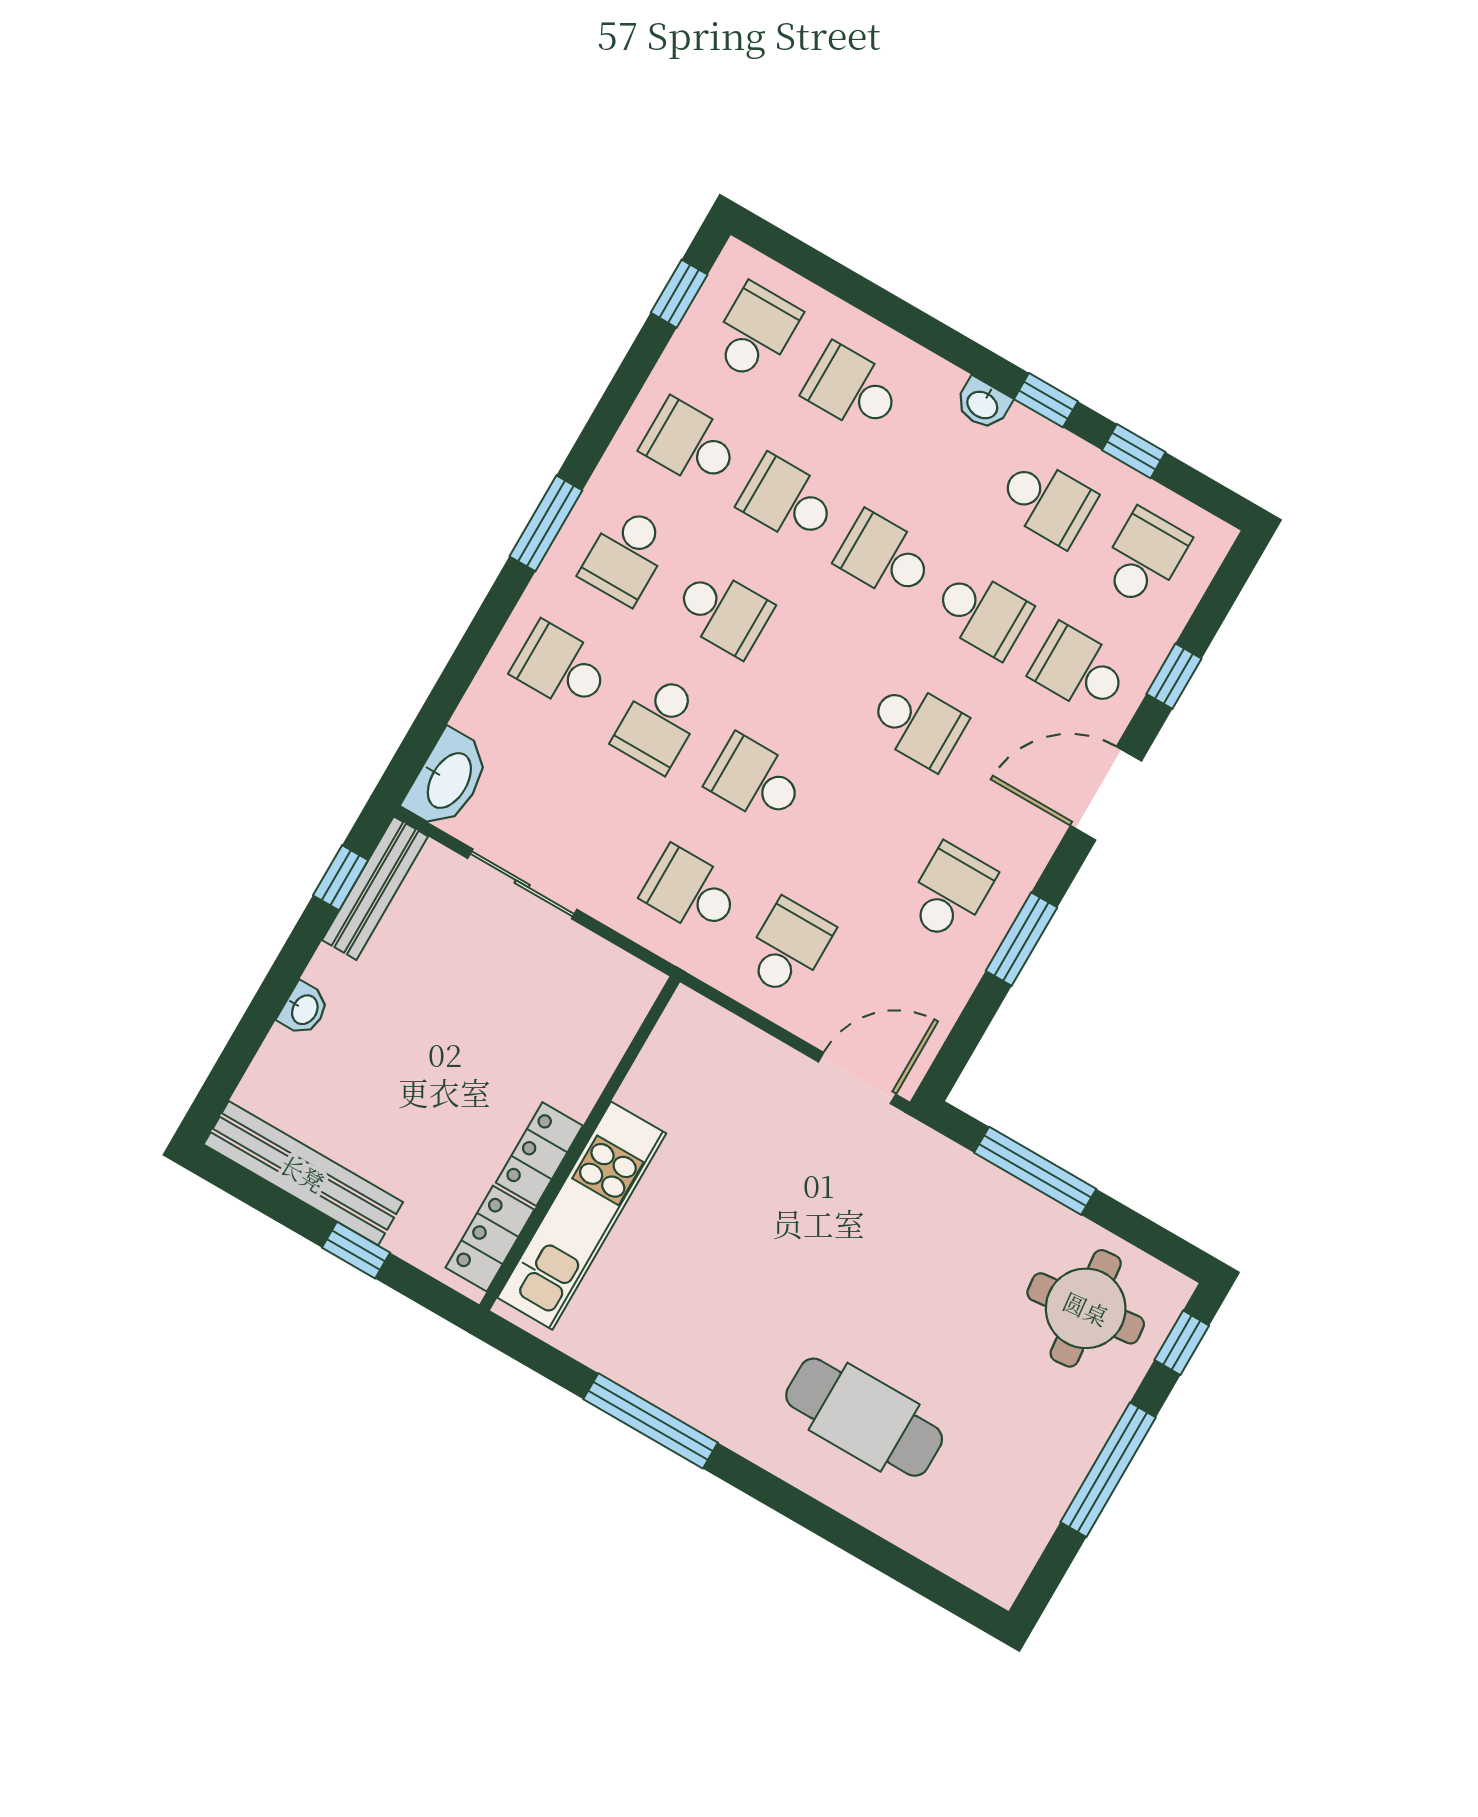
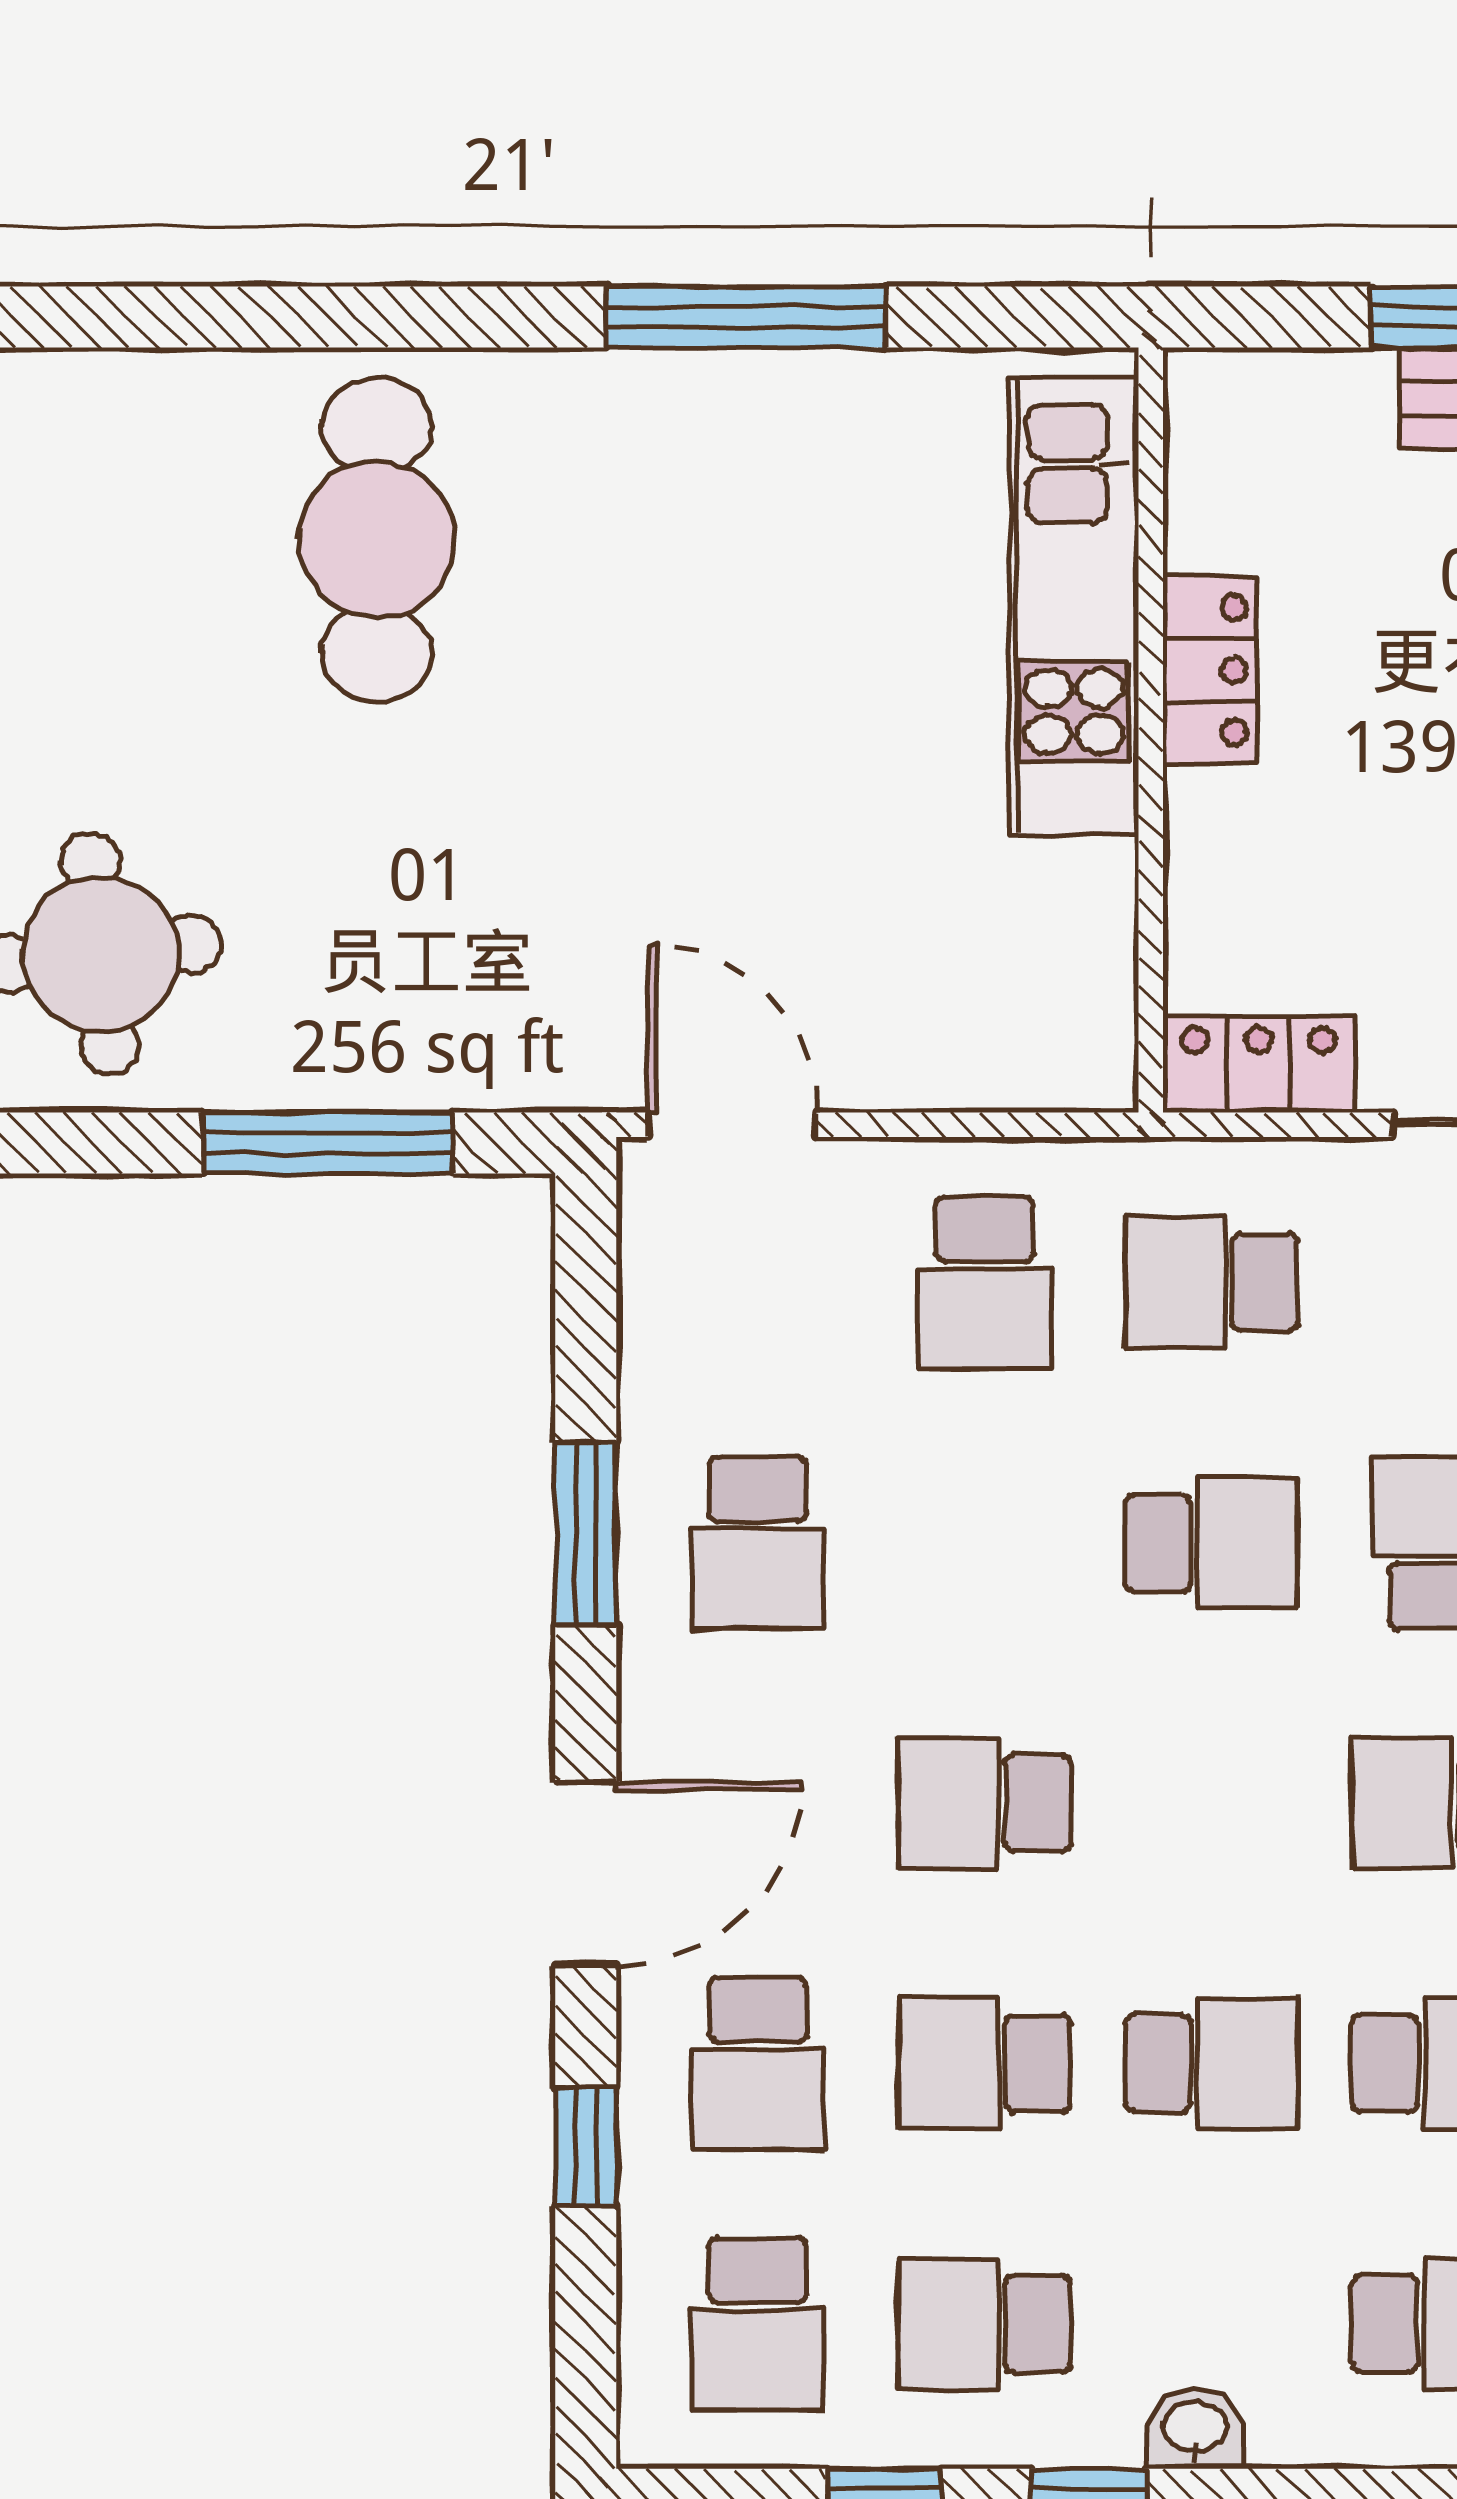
school desk: (1079, 669) -> (758, 2063), turned 90
school desk: (691, 891) -> (1211, 1282), turned 180
door: (857, 1078) -> (732, 1125), swing flipped
locker: (490, 1239) -> (1258, 1064), moved, turned -90
cafe table: (864, 1417) -> (377, 540), turned 90

